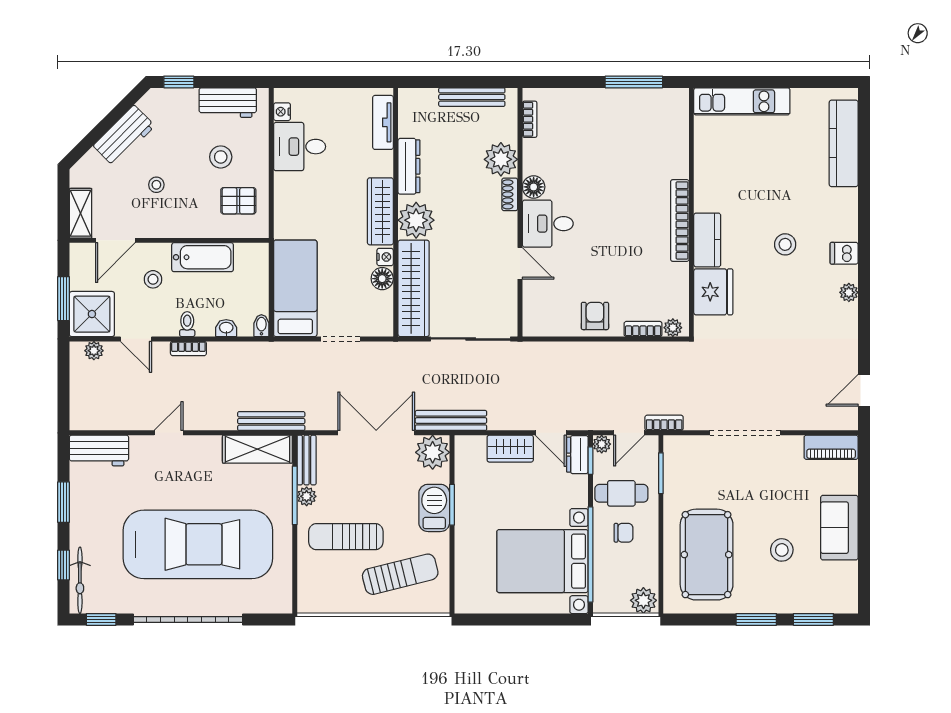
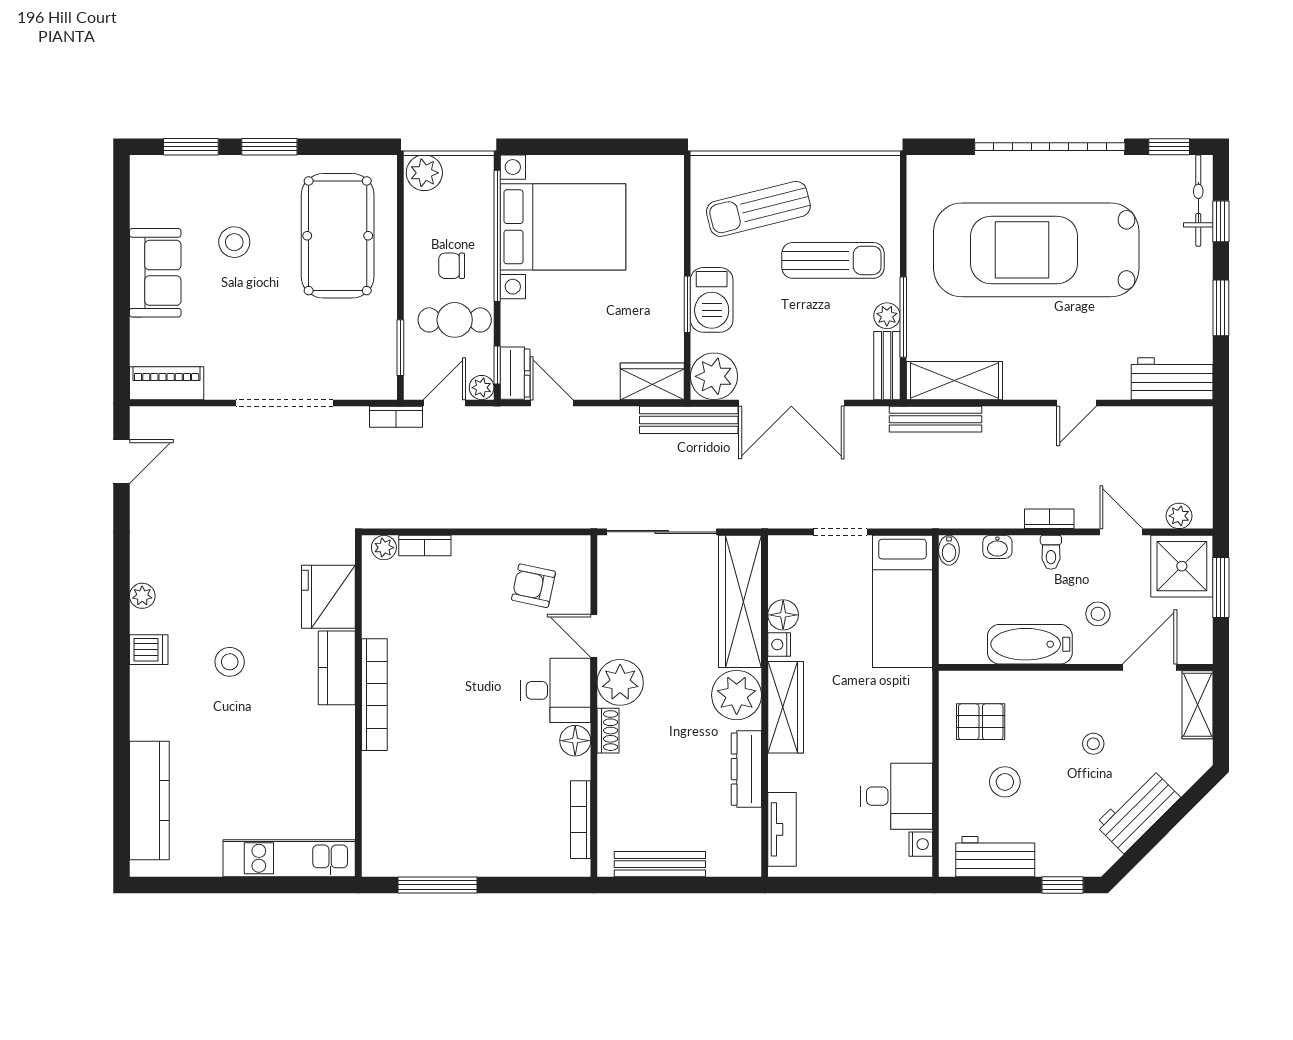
bookcase: (530, 119) -> (581, 820), width x1.56
plant: (501, 159) -> (620, 682), moved
armchair: (595, 316) -> (533, 586), moved, turned 102
wardrobe: (510, 449) -> (652, 381), moved

